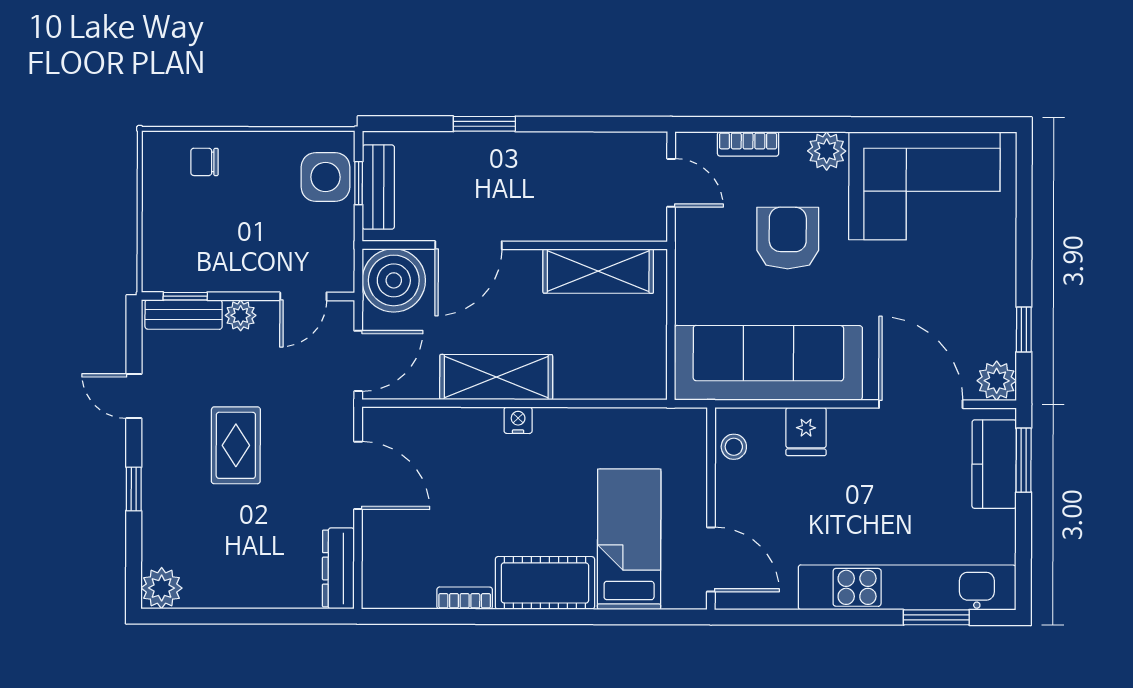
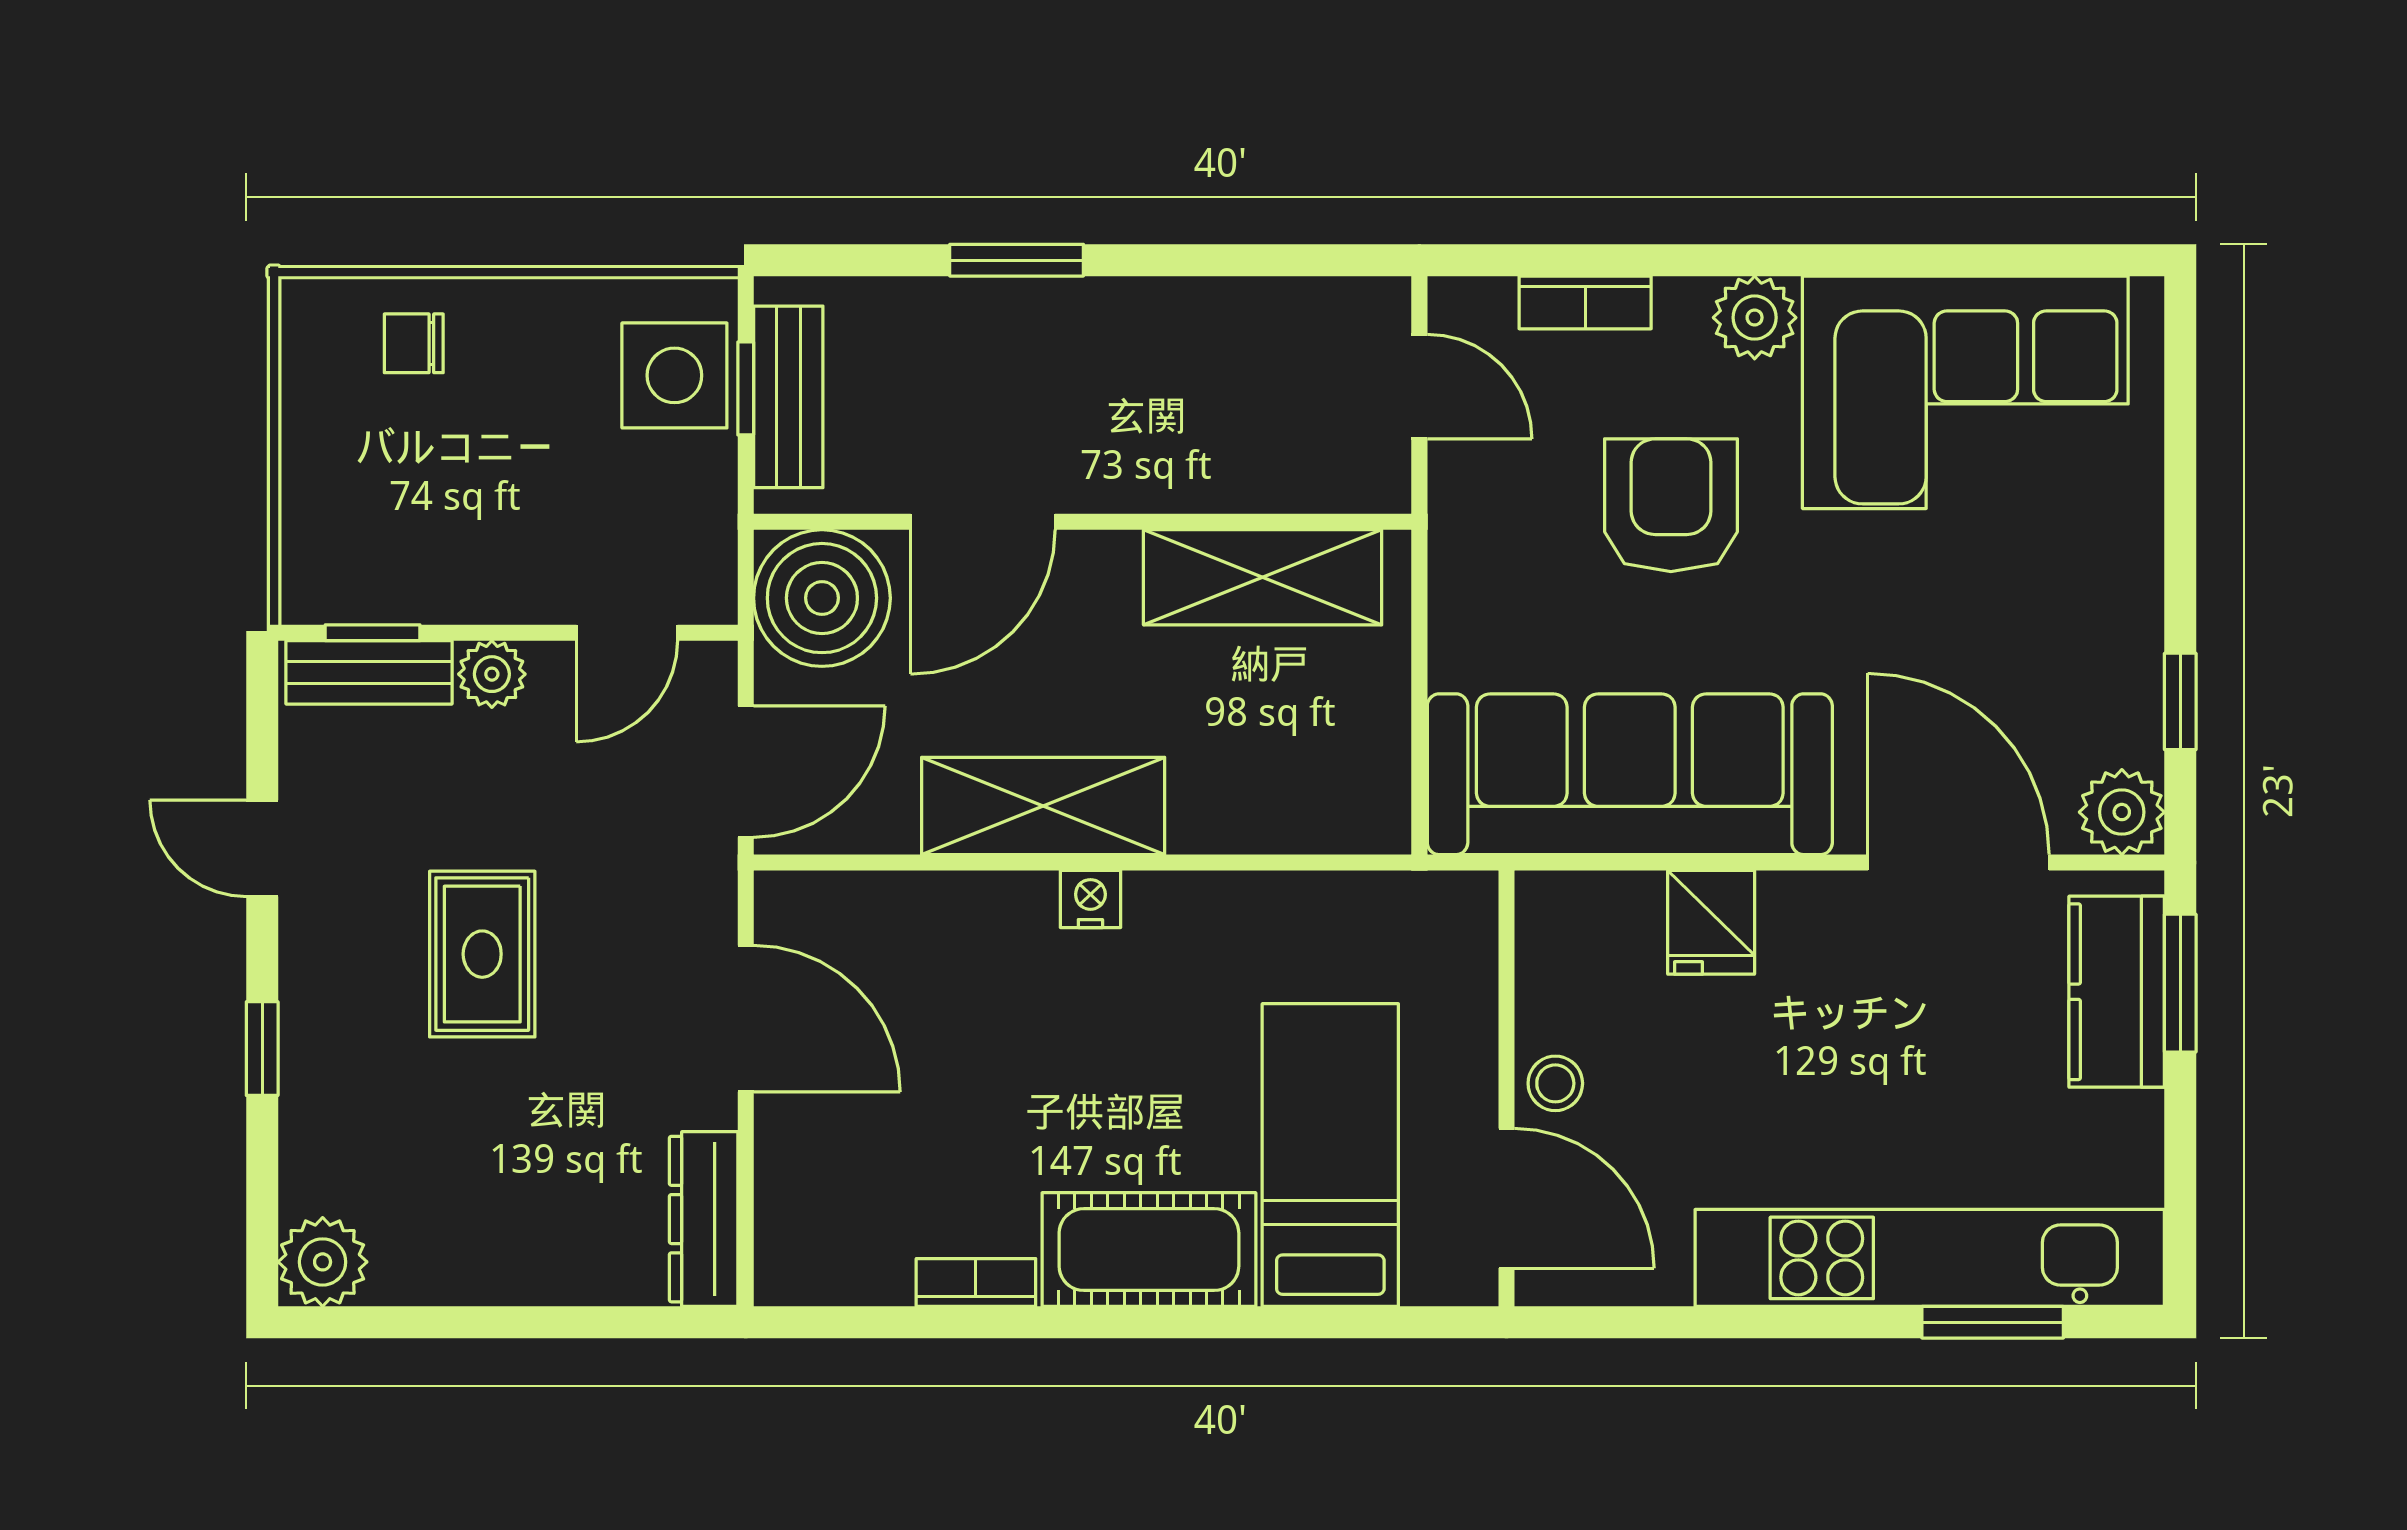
stool: (734, 447) -> (1555, 1083), moved

